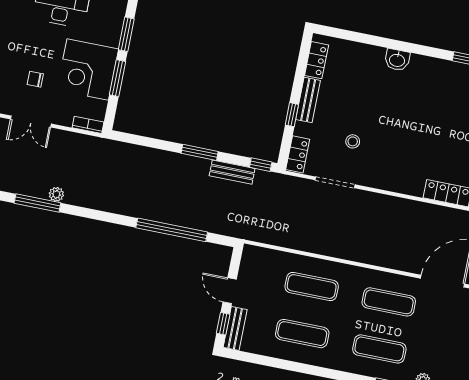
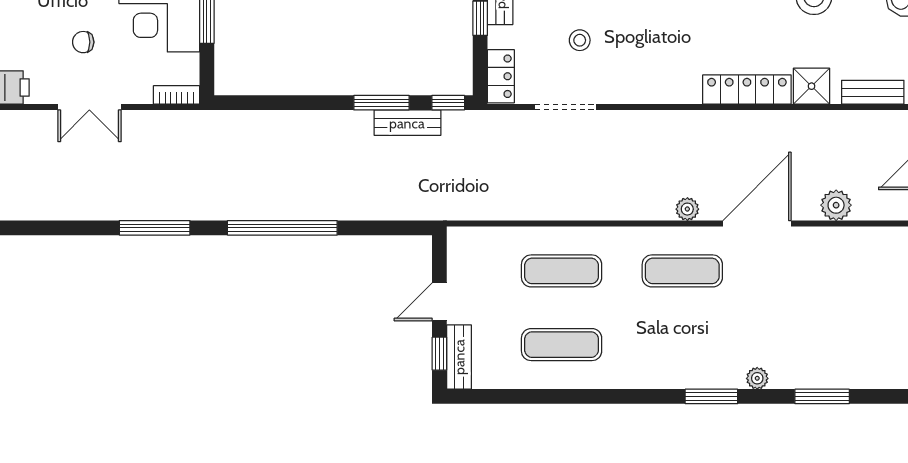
window: (200, 152) -> (381, 103), moved
plant: (56, 194) -> (687, 209), moved
window: (37, 203) -> (155, 228), moved
window: (172, 230) -> (282, 228), moved
door: (230, 291) -> (439, 302), hinge flipped
exercise mat: (379, 349) -> (682, 345), removed

